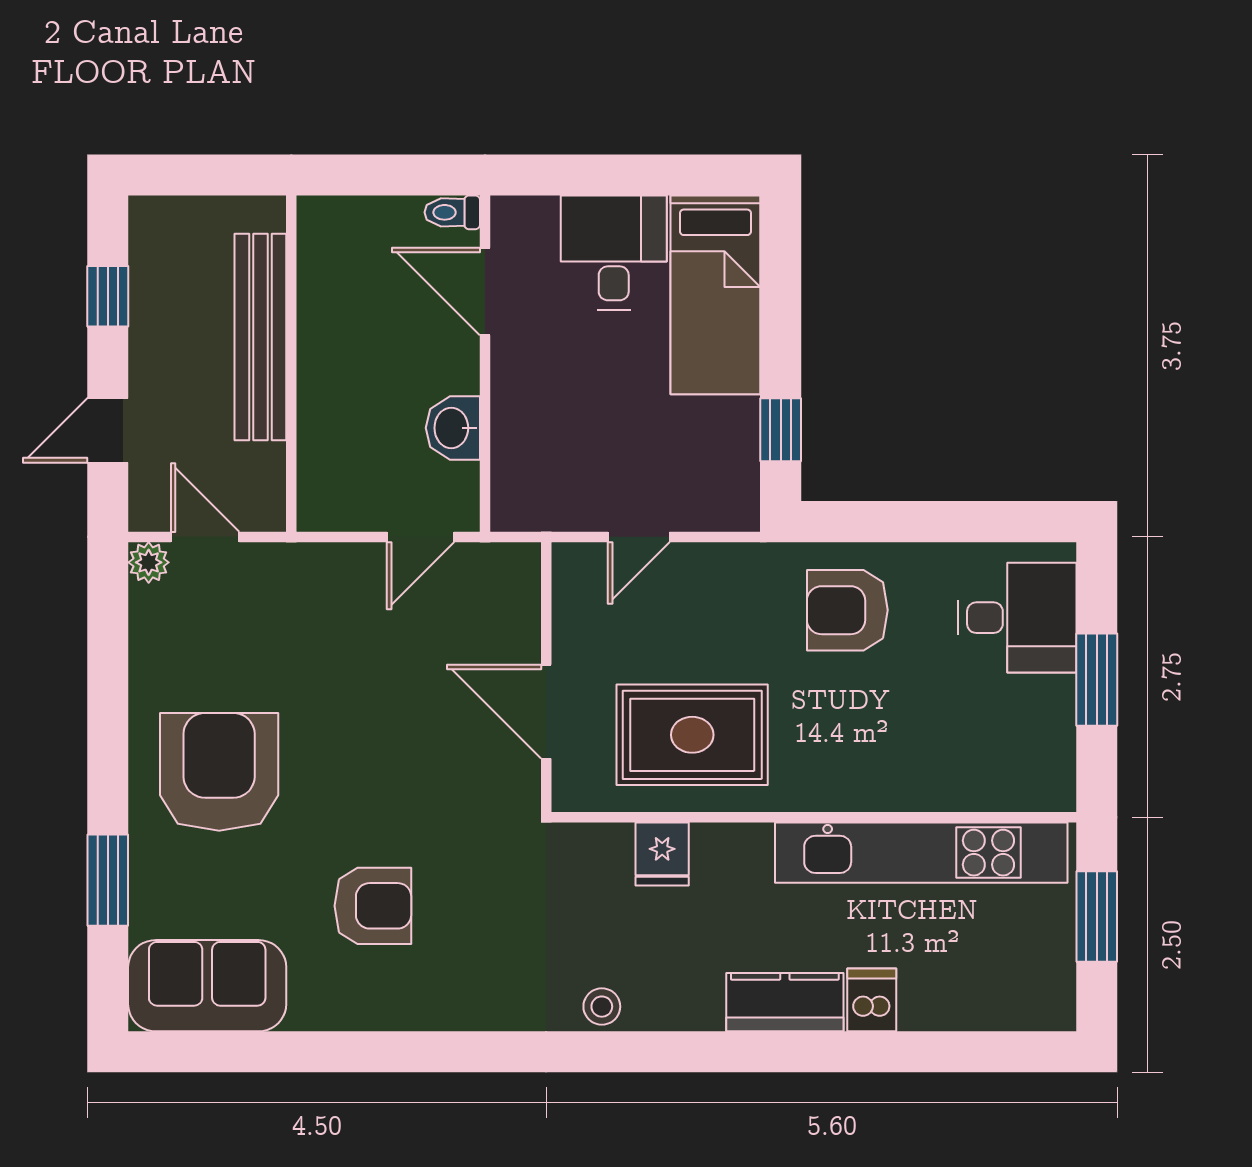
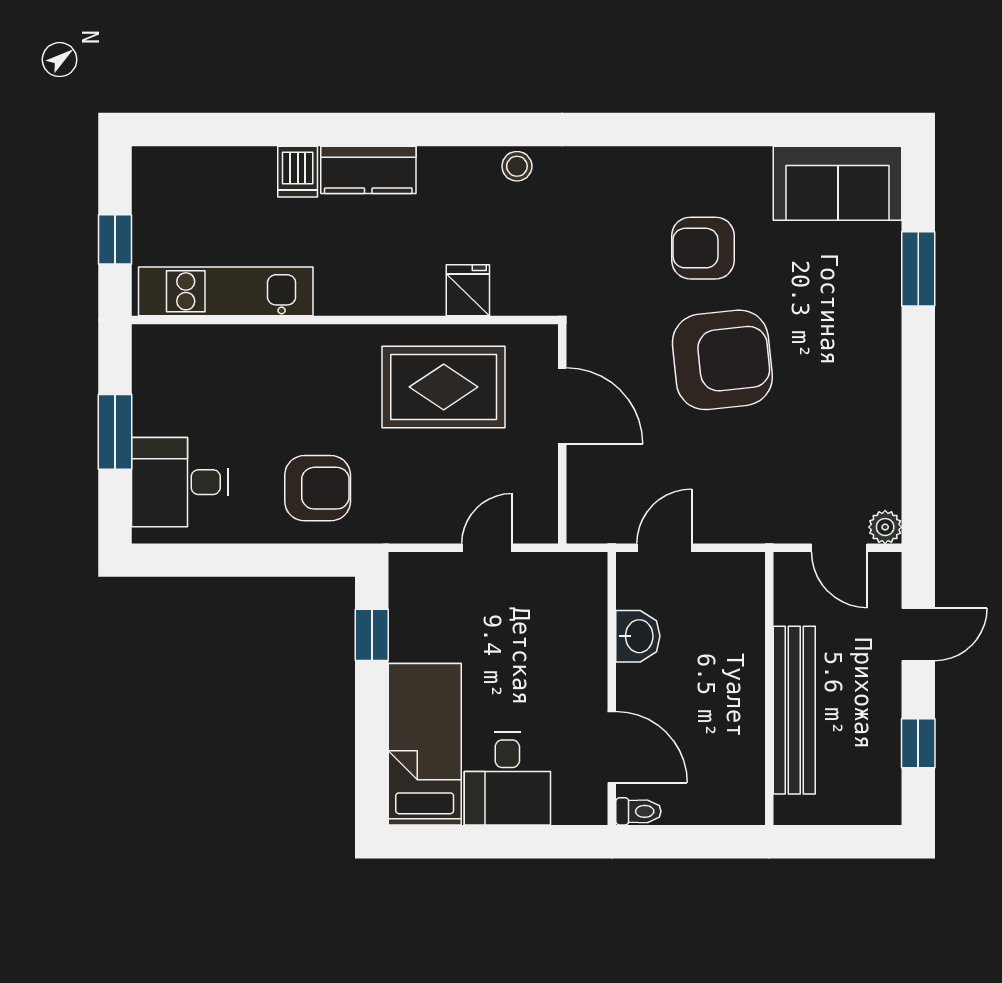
armchair: (219, 772) -> (722, 360), moved, turned -96
kitchen unit: (921, 853) -> (226, 291), width x0.73
window: (1097, 916) -> (115, 239), width x0.67

